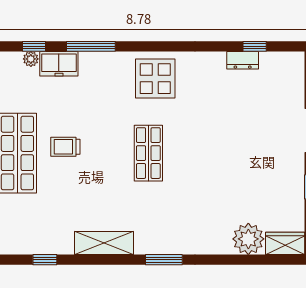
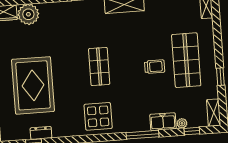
window: (34, 46) -> (192, 131), moved
rug: (249, 132) -> (33, 85), added

